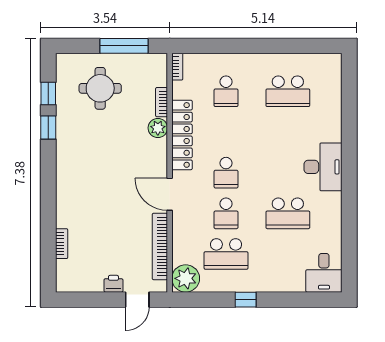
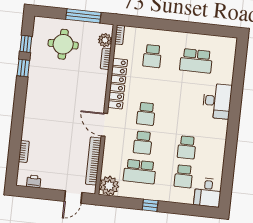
plant: (158, 128) -> (105, 40), moved
desk: (323, 167) -> (217, 101), moved
school desk: (288, 213) -> (187, 147), width x0.54
school desk: (288, 254) -> (184, 176), added
printer: (113, 284) -> (34, 181), moved

